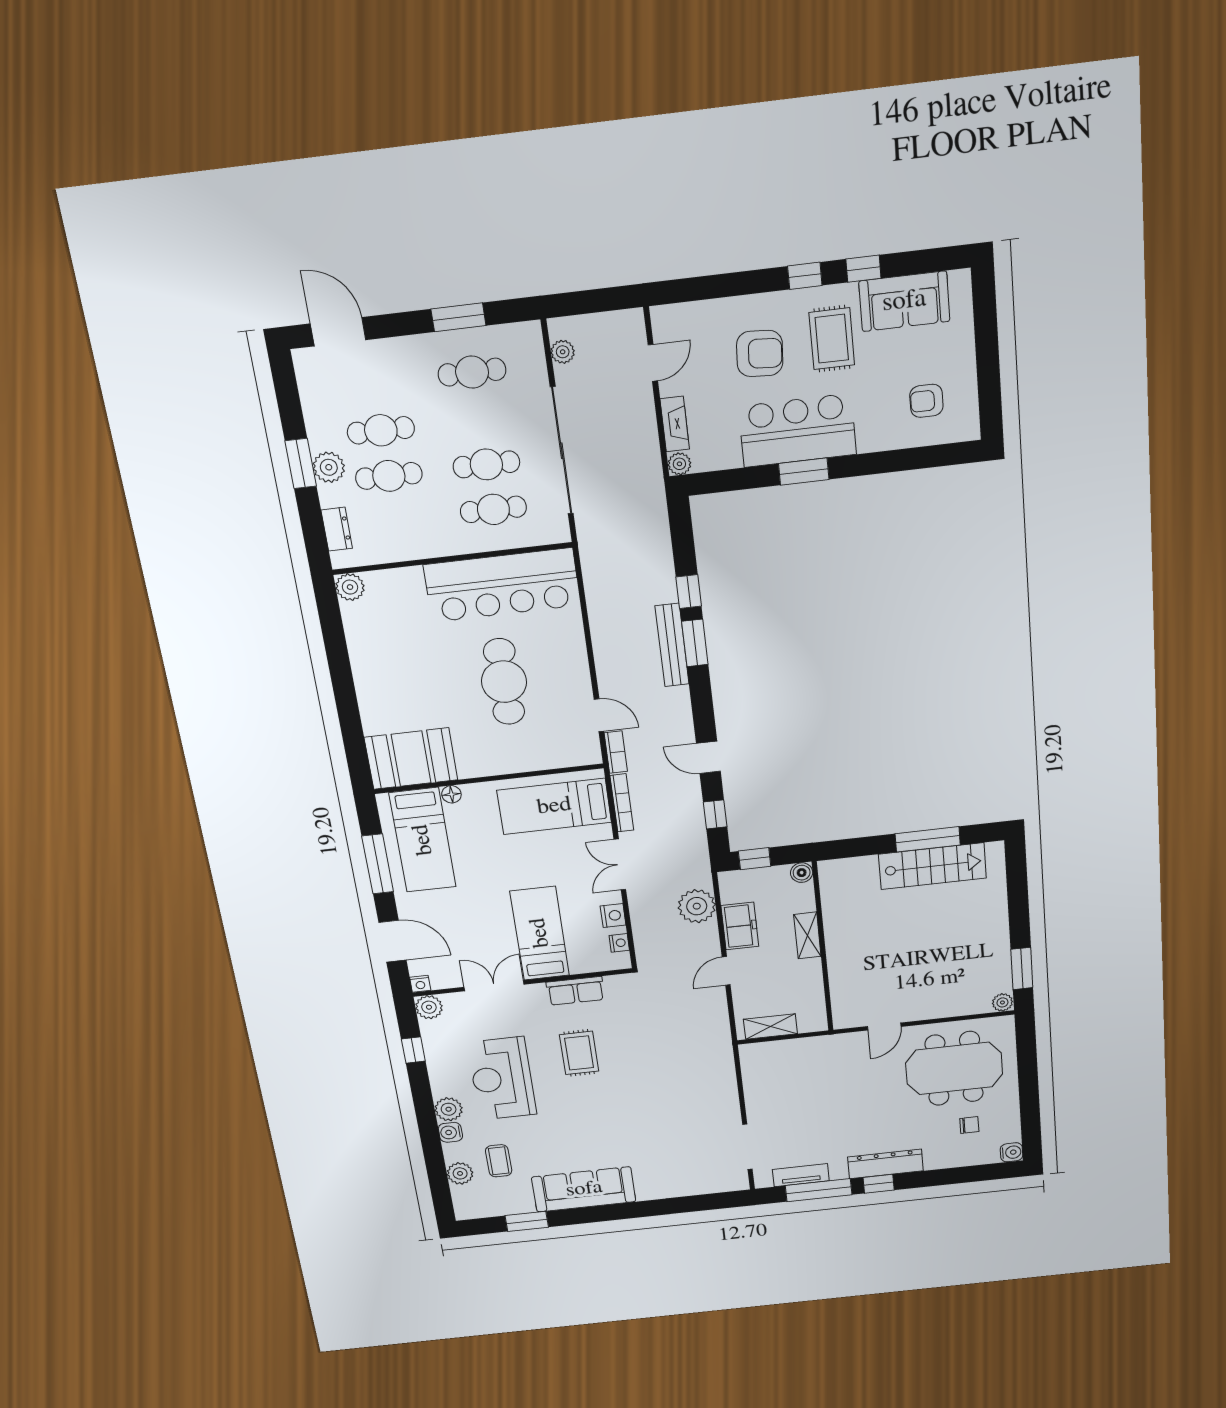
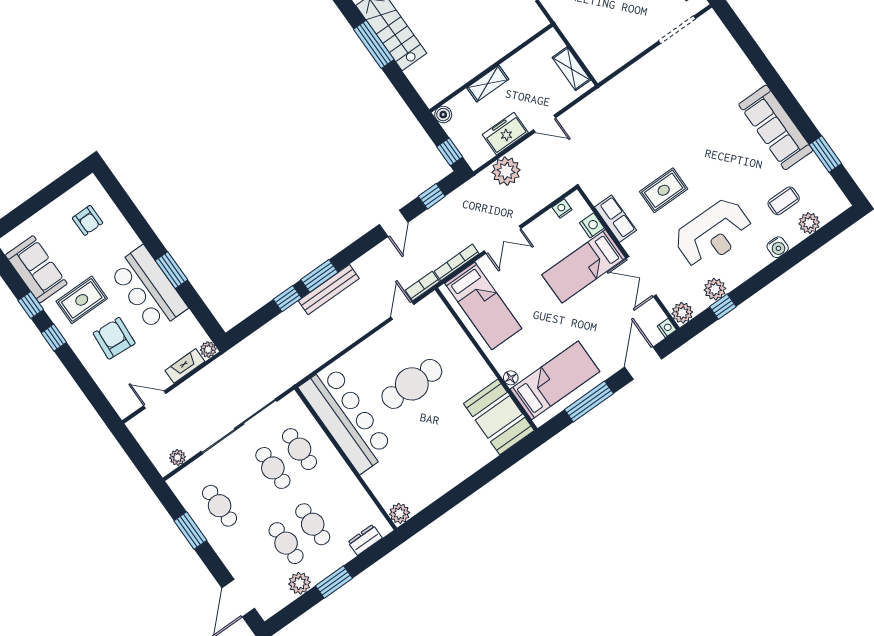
plant: (329, 467) -> (299, 583), moved
nightstand: (613, 916) -> (592, 225), moved, turned 90
plant: (449, 1109) -> (715, 289), moved

